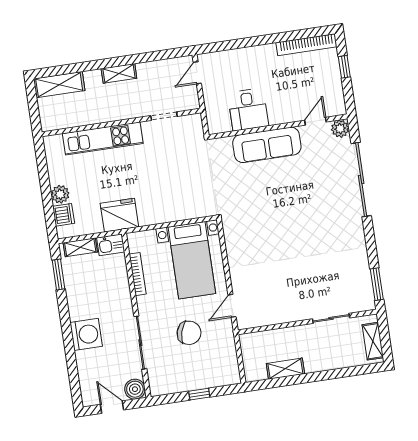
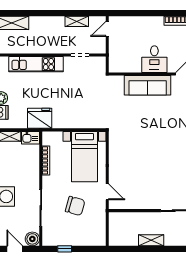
shelving: (119, 73) -> (77, 21), moved
desk: (248, 109) -> (154, 59), moved
door: (232, 306) -> (107, 192), swing flipped
shelving: (285, 369) -> (151, 240), moved
window: (199, 394) -> (65, 249), moved

